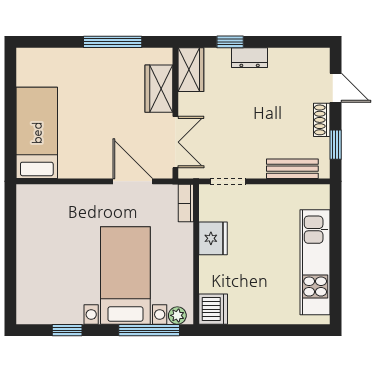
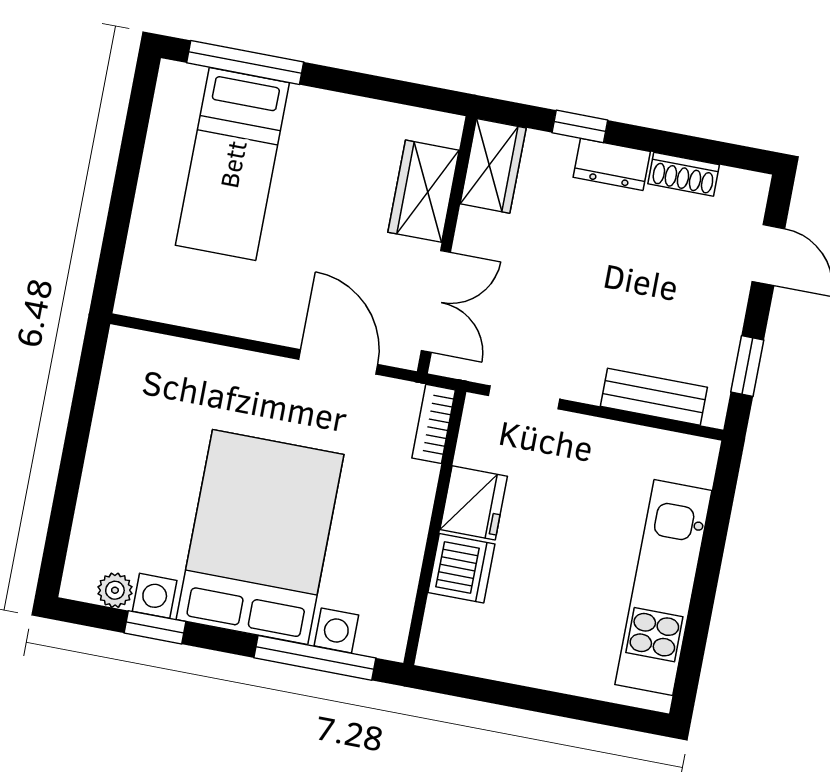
window: (113, 42) -> (245, 62), moved
shoe rack: (322, 120) -> (684, 174), moved, turned -90
bed: (37, 133) -> (232, 164), moved, turned 180
bed with nightstands: (125, 275) -> (260, 537), width x1.36
dishwasher: (213, 309) -> (461, 568), moved
plant: (177, 315) -> (115, 590), moved

